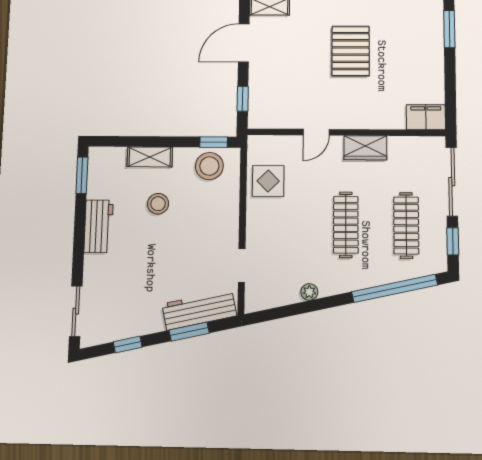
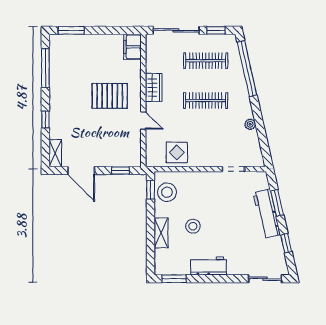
pallet: (351, 51) -> (110, 96), moved
workbench: (199, 310) -> (267, 214), moved

